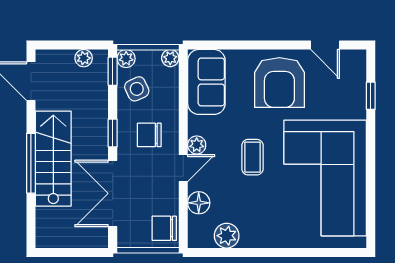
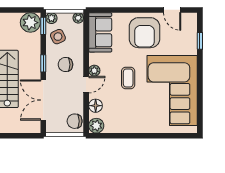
plant: (84, 58) -> (30, 23), width x1.88, depth x1.88
plant: (227, 236) -> (96, 126), moved

